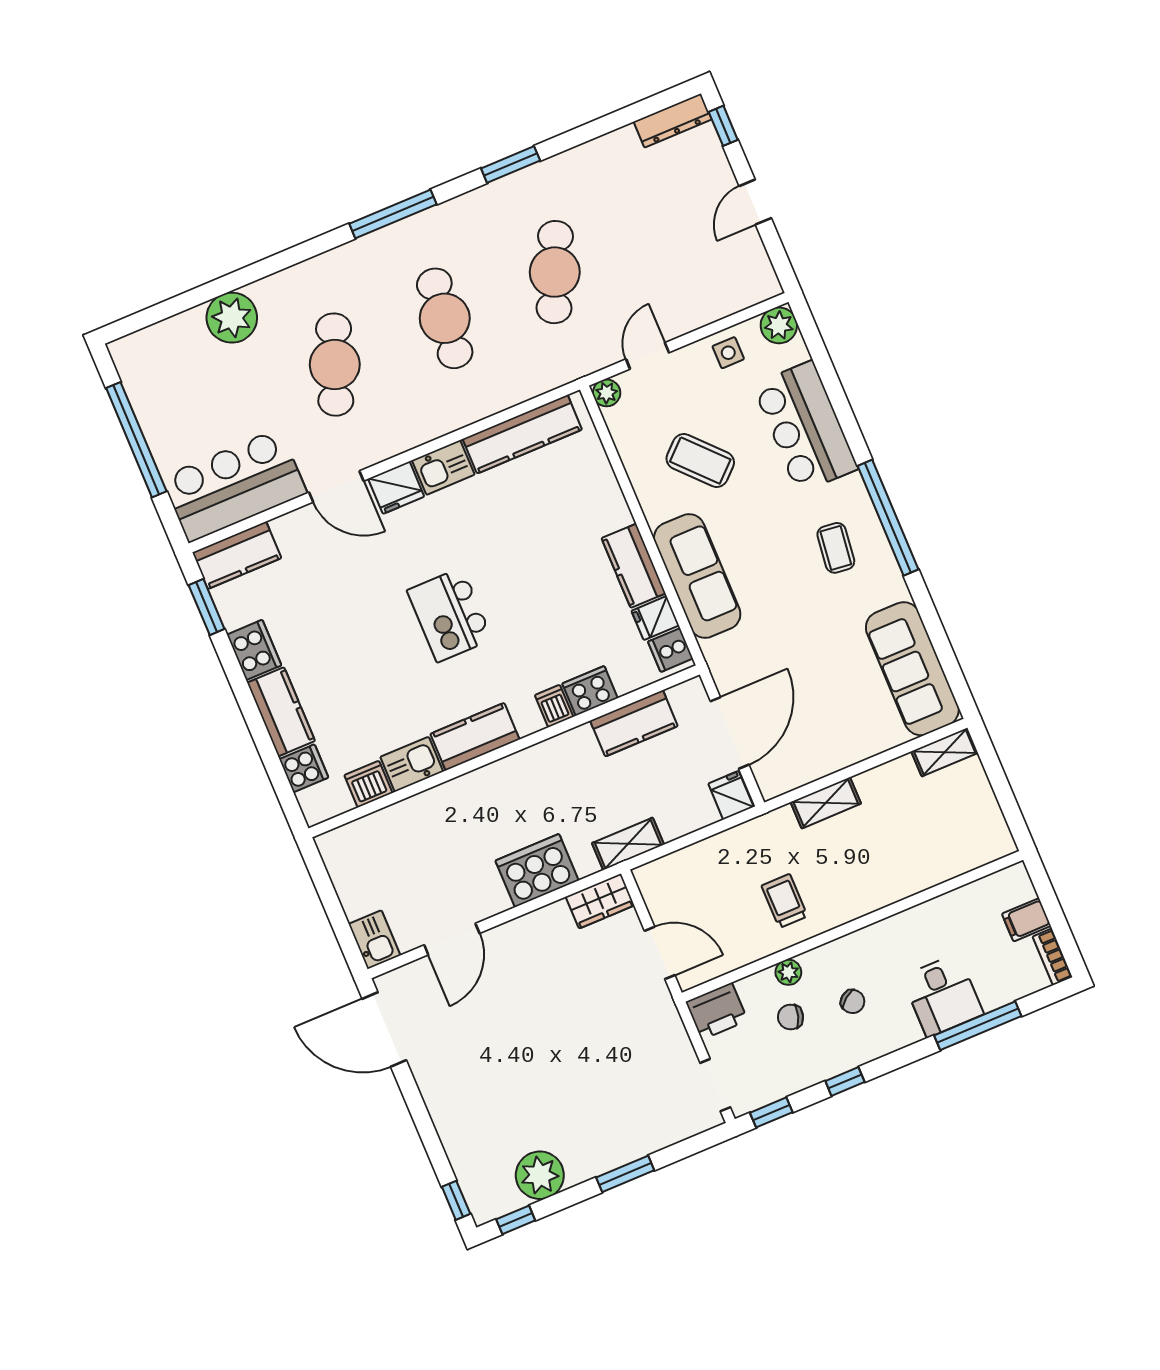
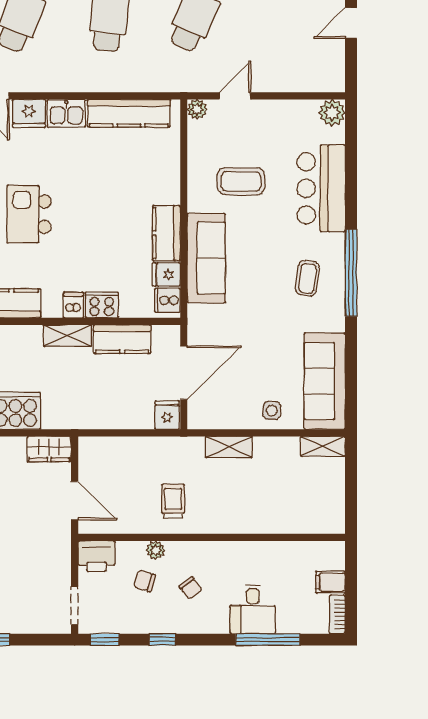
side table: (728, 353) -> (272, 410), moved
coffee table: (700, 461) -> (241, 181), turned -47
shelving: (628, 844) -> (68, 336), moved

